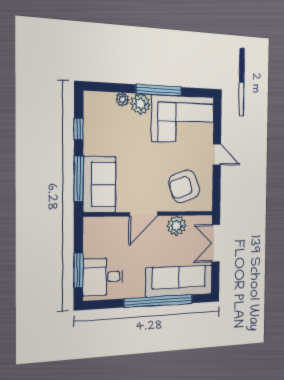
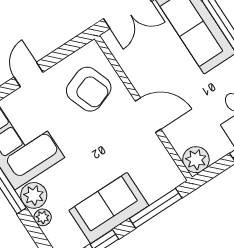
sofa: (99, 184) -> (109, 208), moved
plant: (177, 226) -> (196, 160), moved

